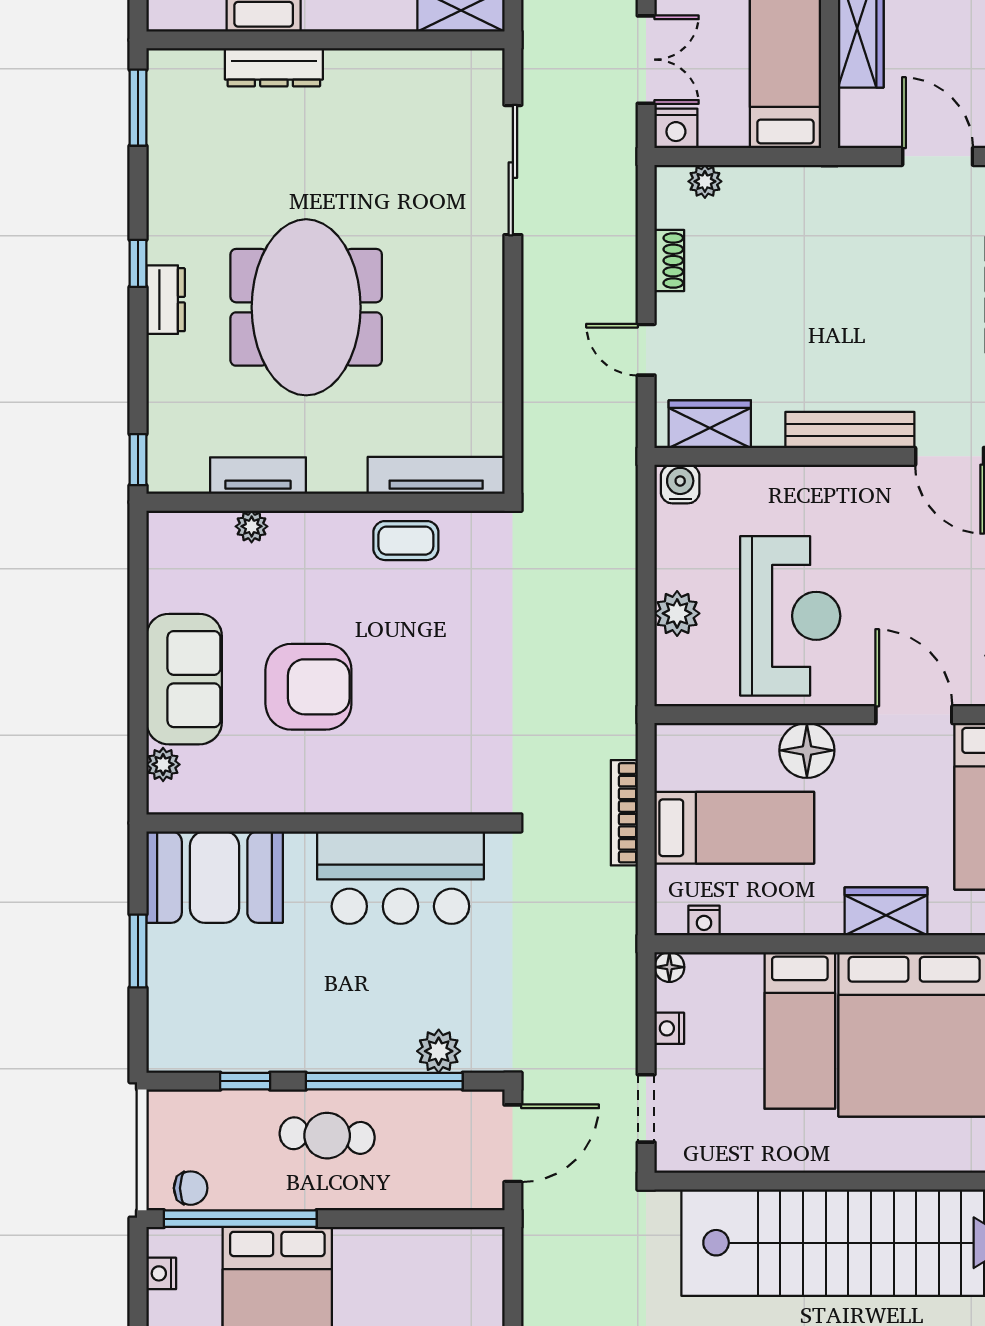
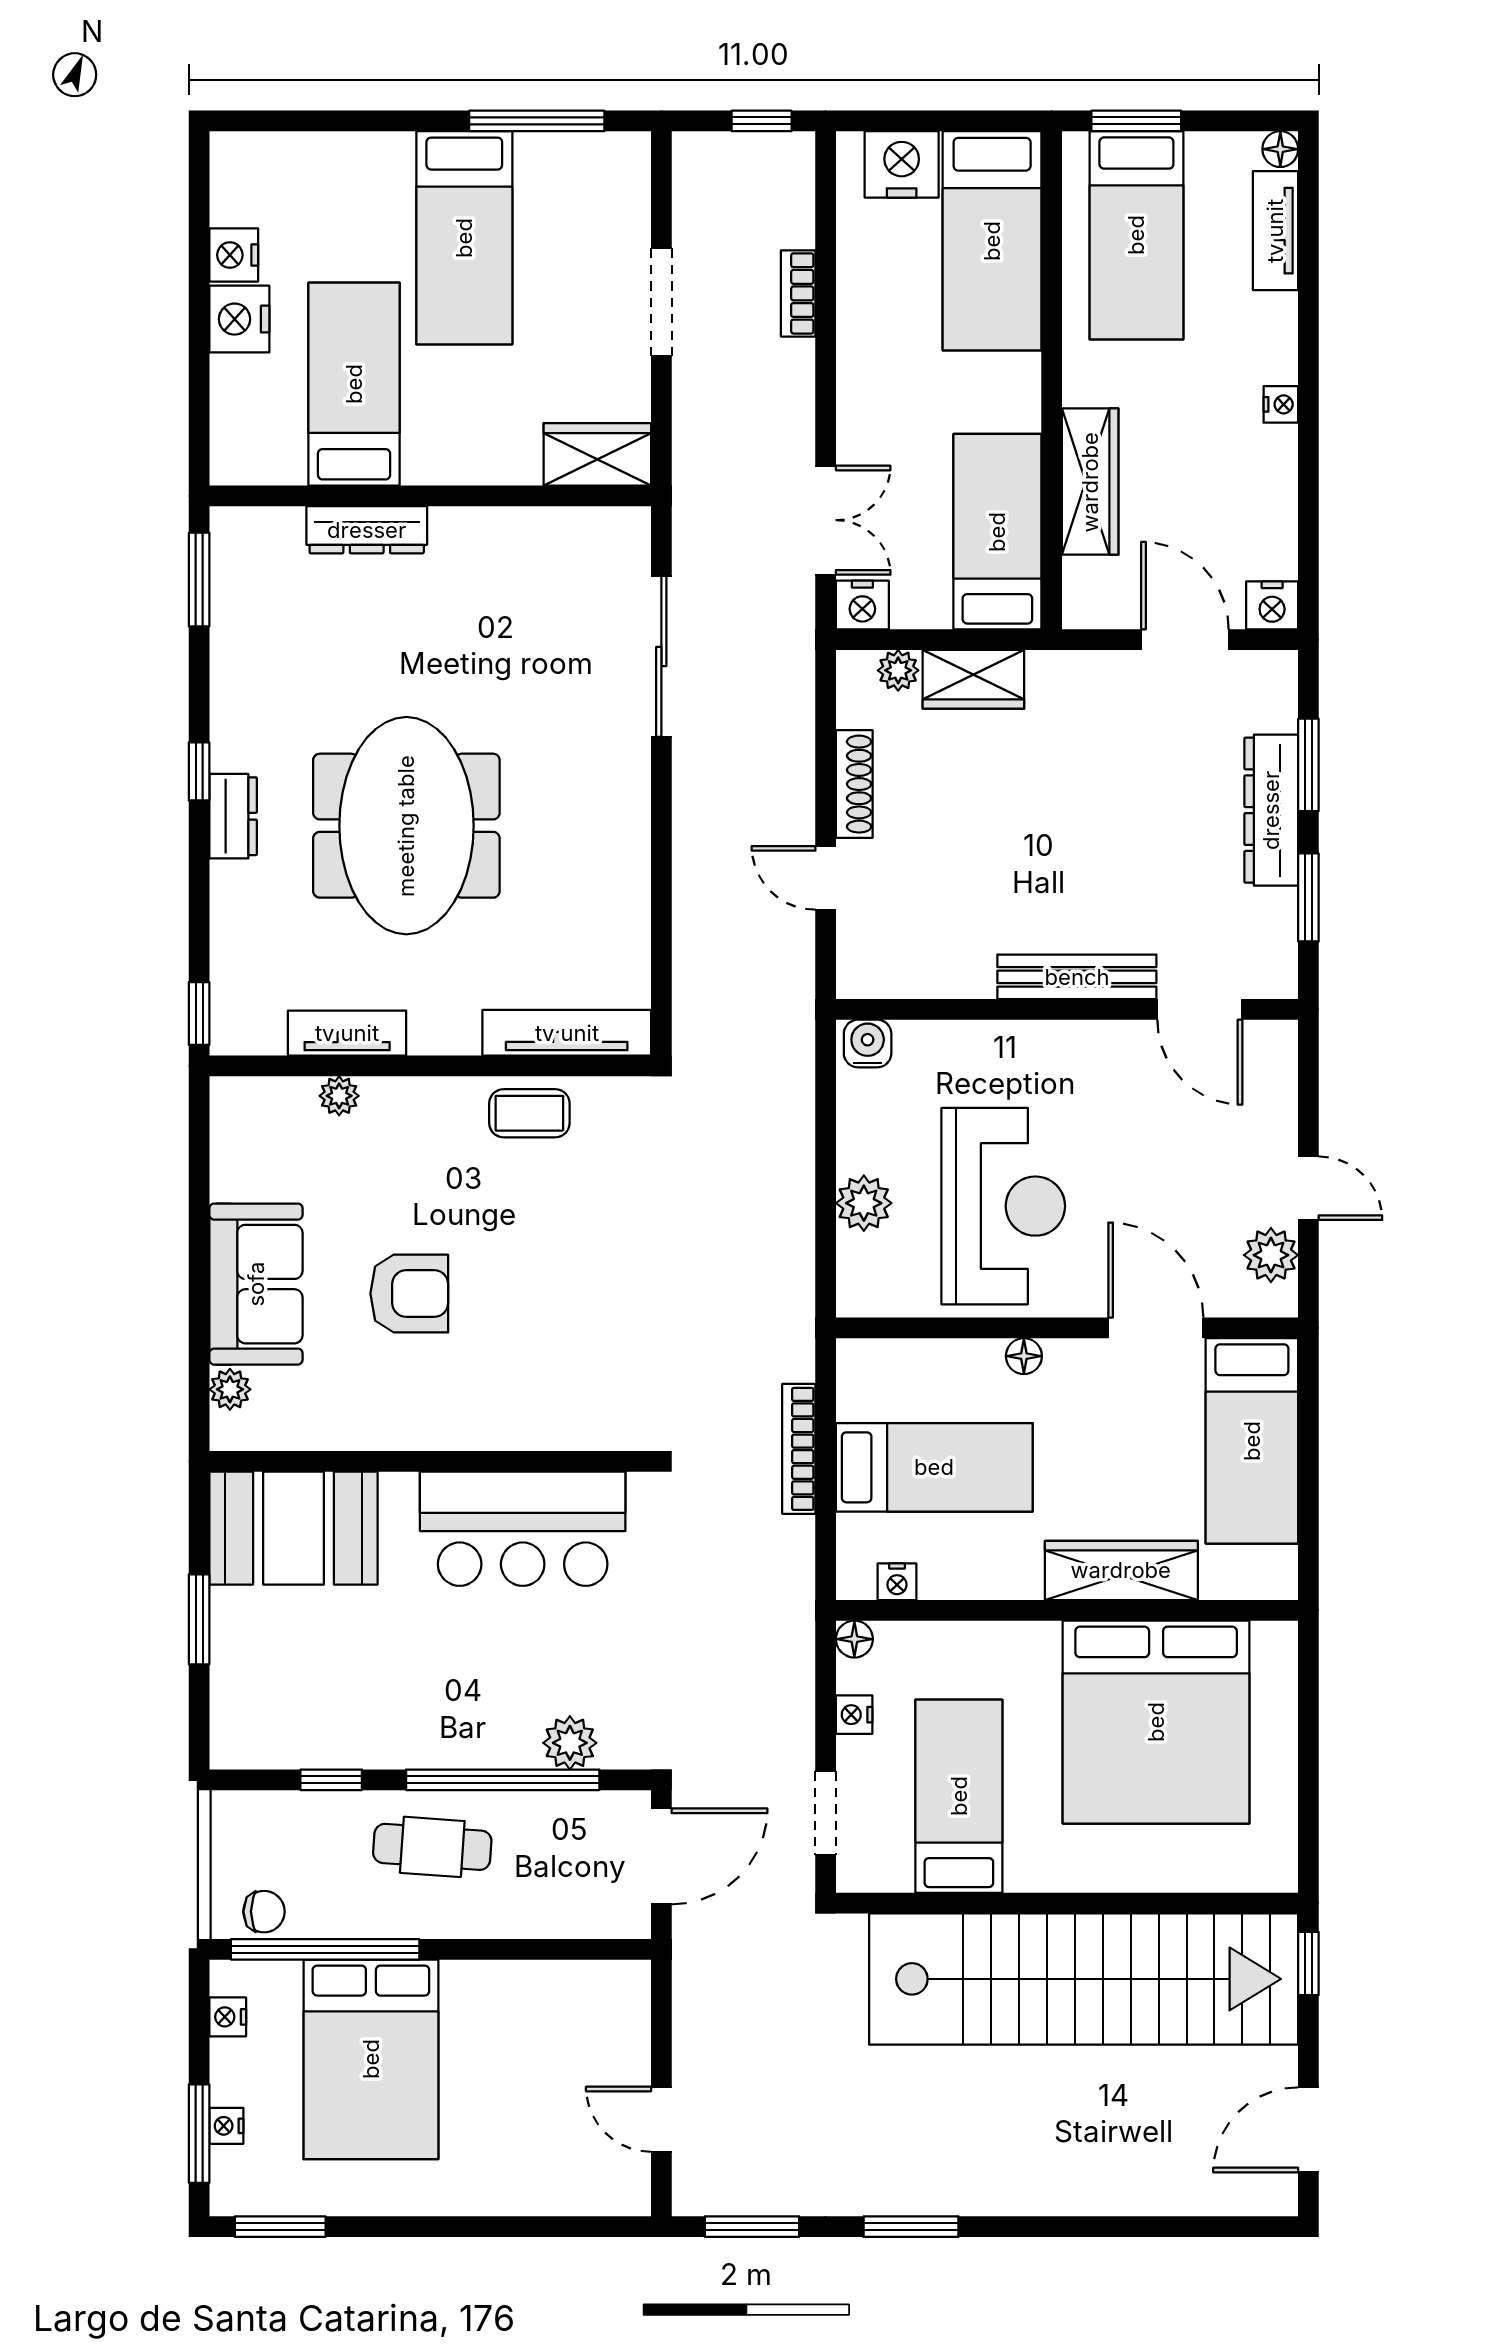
shoe rack: (669, 261) -> (854, 784), width x1.43
wardrobe: (710, 424) -> (973, 679), moved, turned 180
armchair: (308, 687) -> (409, 1294), width x0.73, depth x0.73
floor lamp: (807, 750) -> (1024, 1356), width x0.53, depth x0.53
wardrobe: (886, 911) -> (1121, 1570), width x1.50
bed: (800, 1030) -> (959, 1796), moved, turned 180

